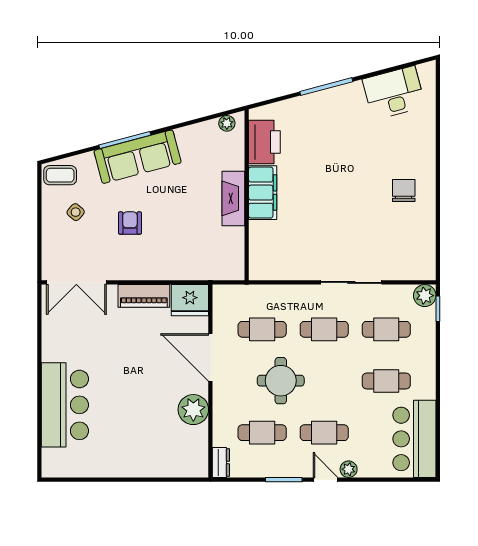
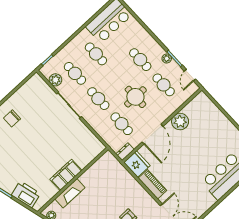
printer: (264, 142) -> (26, 194), moved, turned 75
fireplace: (233, 198) -> (70, 193), moved
plant: (425, 296) -> (56, 80), moved
dresser: (221, 463) -> (125, 152), moved
plant: (349, 469) -> (167, 58), moved
door: (326, 480) -> (190, 75), moved

